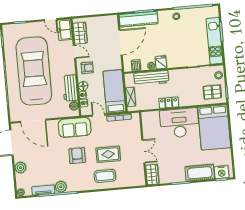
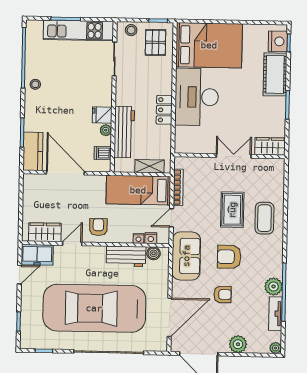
kitchen counter: (139, 19) -> (33, 151), width x0.67
floor lamp: (83, 86) -> (125, 236), removed
armchair: (52, 154) -> (223, 294), added

